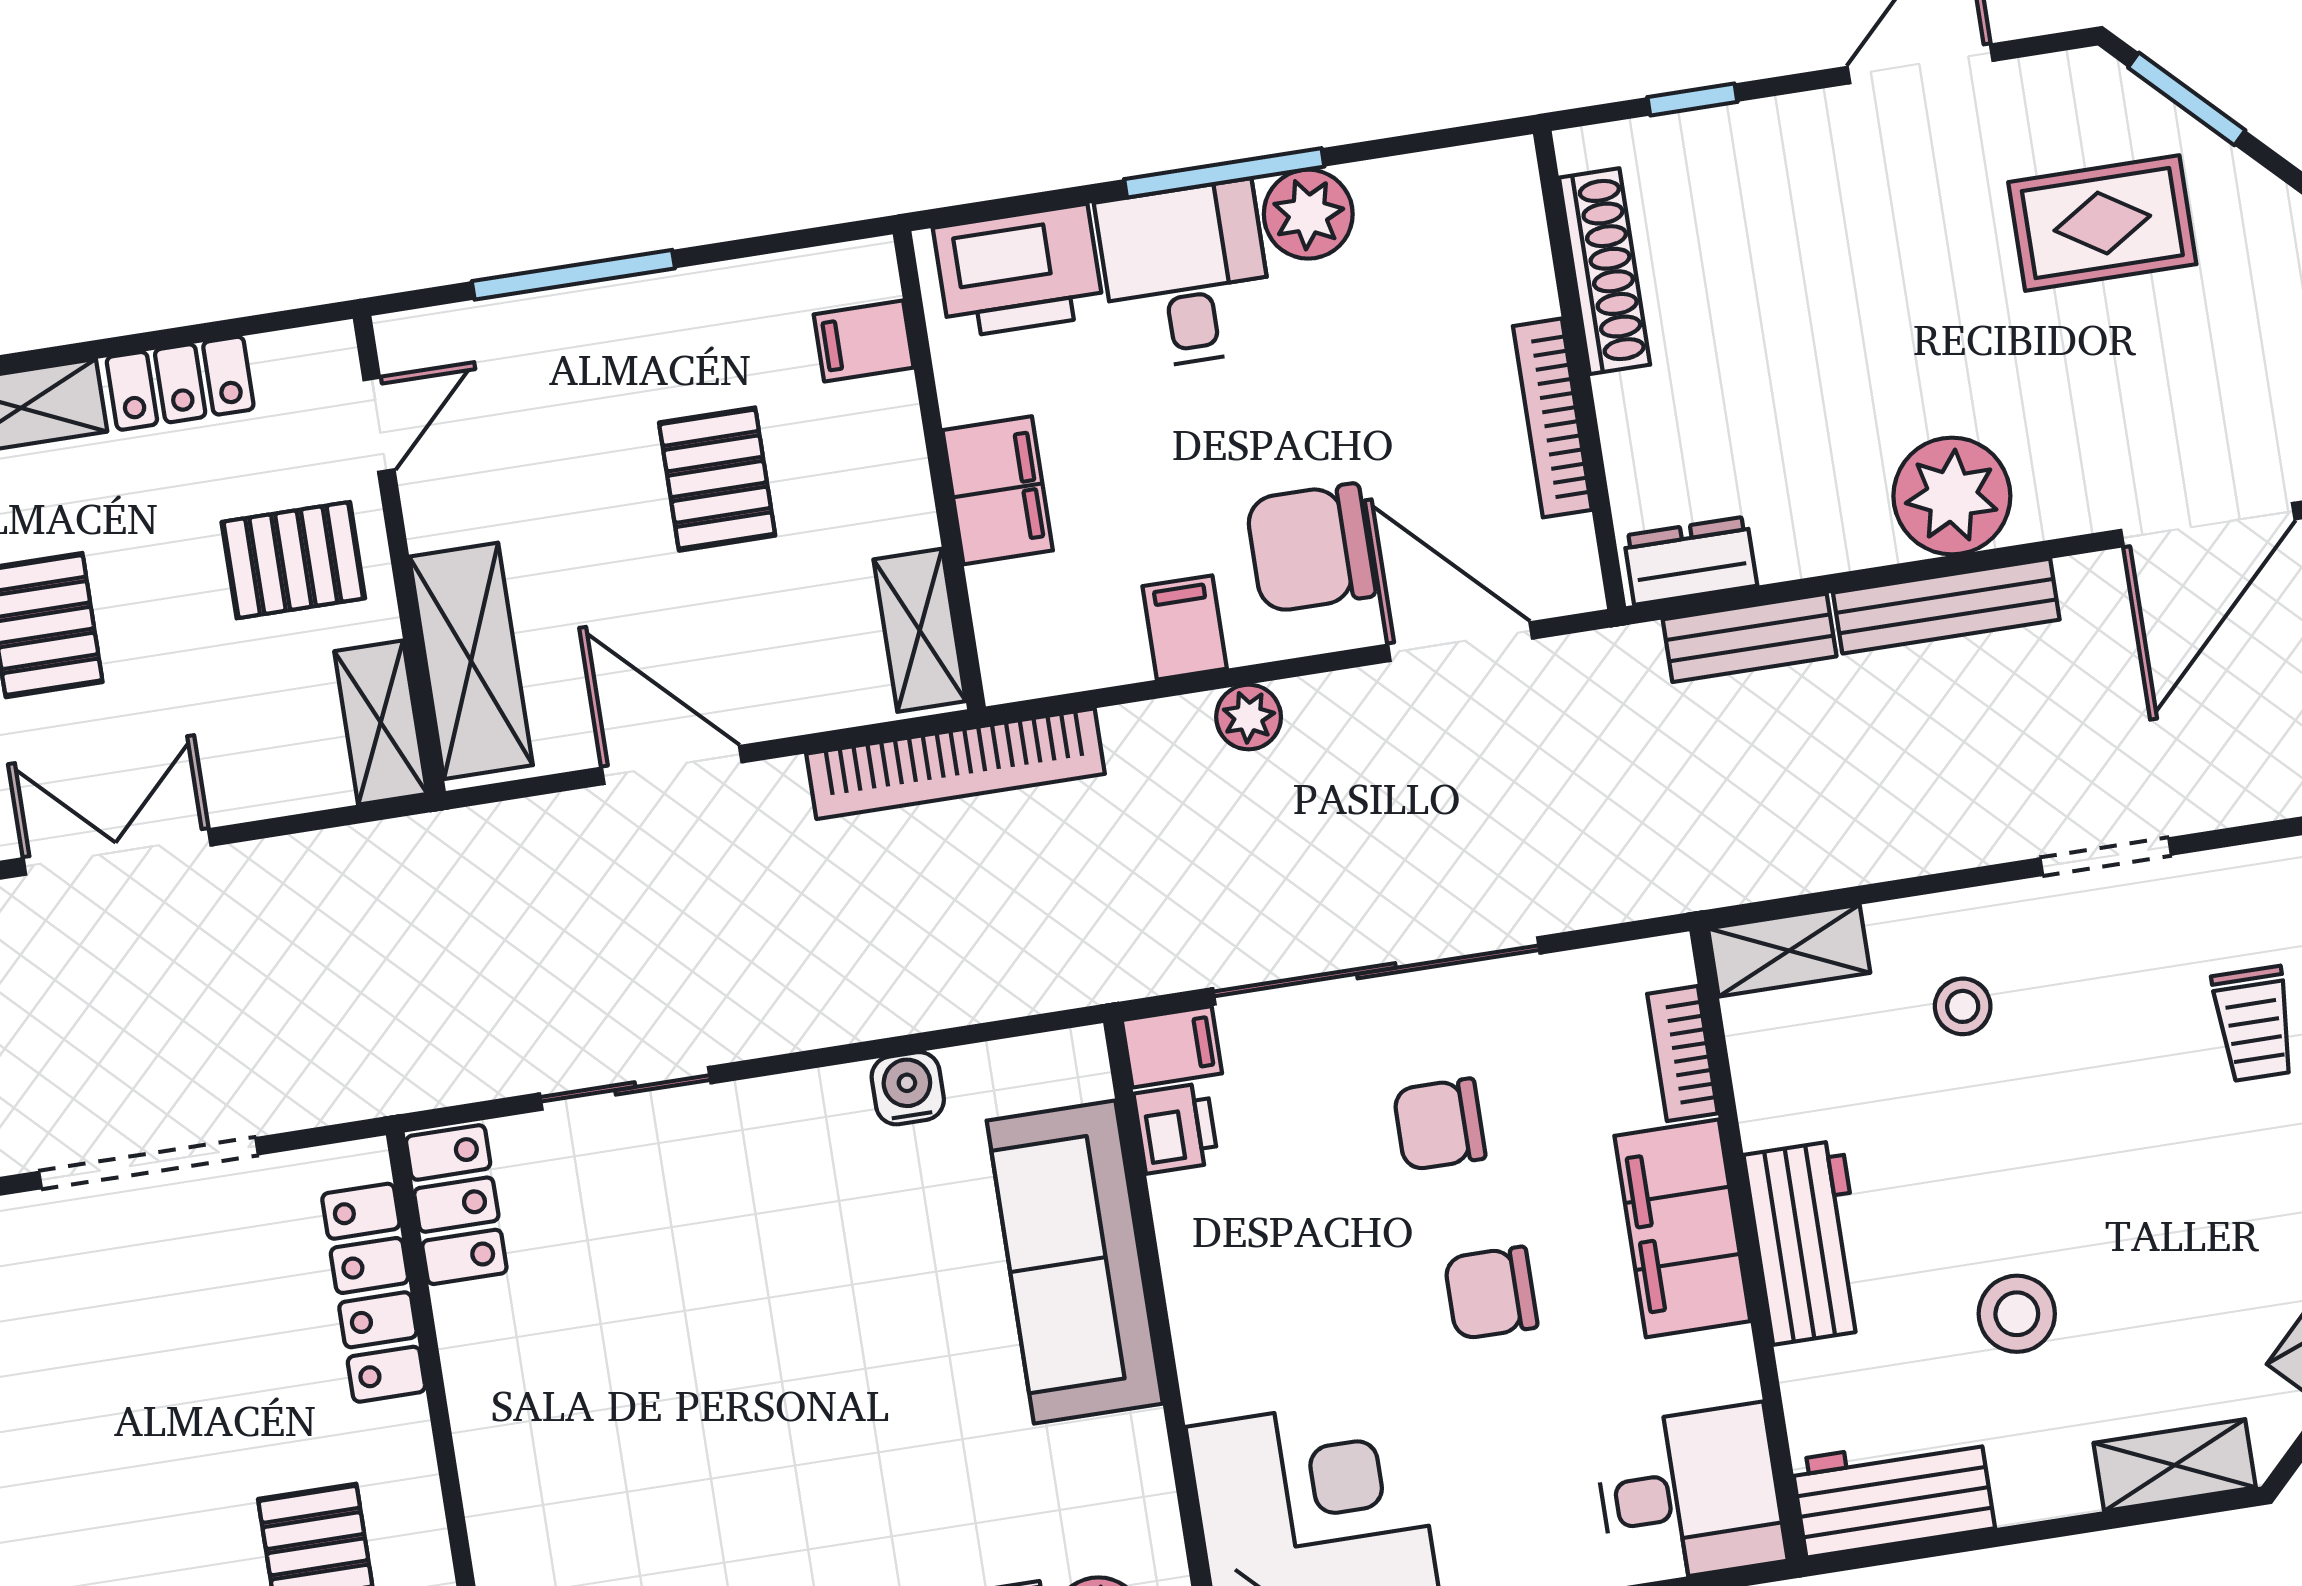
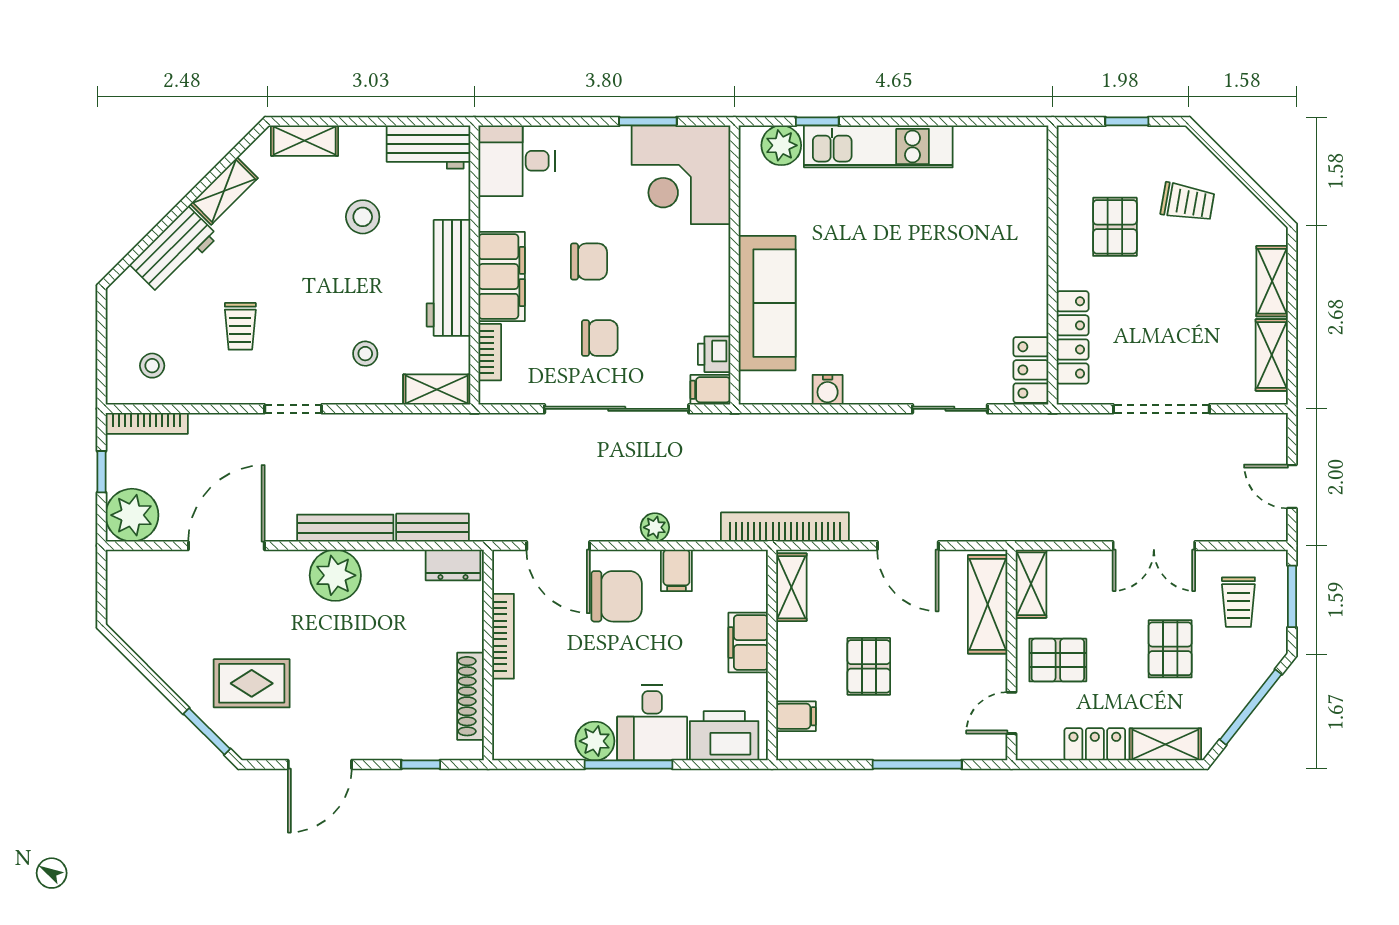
trolley: (2254, 1024) -> (240, 326), turned 180
workbench: (1807, 1242) -> (449, 278), width x1.38

